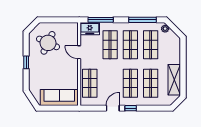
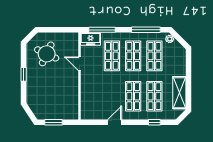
shop shelf: (90, 83) -> (91, 96), removed
sofa: (59, 97) -> (58, 111), removed
window: (55, 108) -> (54, 122), added
window: (131, 108) -> (154, 122), moved

